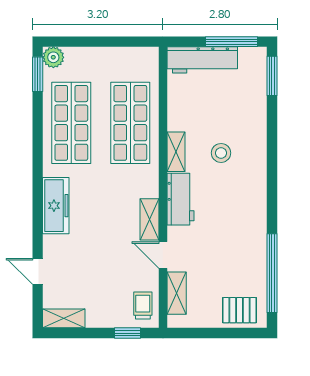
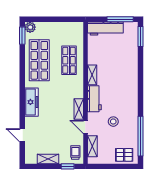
shop shelf: (130, 123) -> (69, 60), width x0.70, depth x0.74
stool: (221, 153) -> (113, 122), moved
shelving: (64, 318) -> (48, 159), moved

